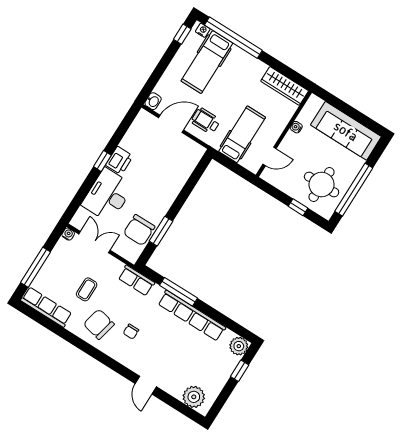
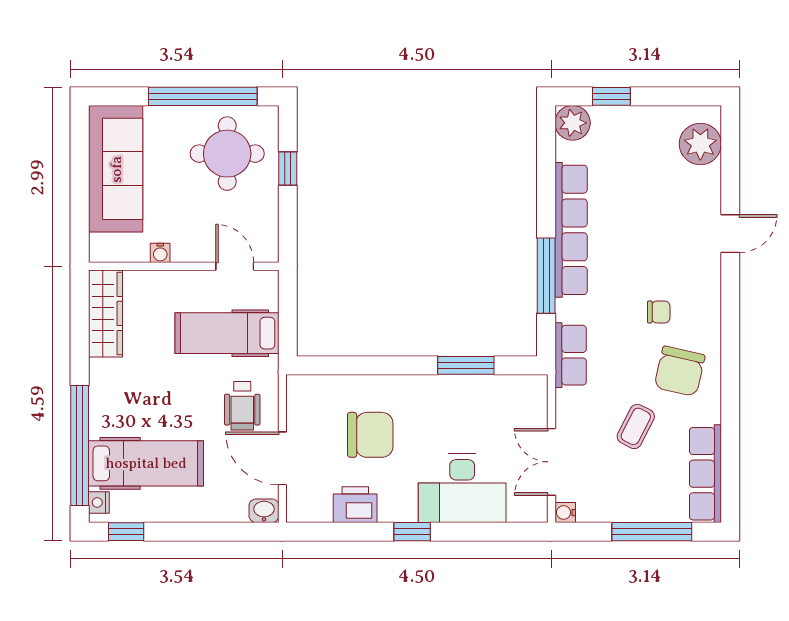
printer: (119, 161) -> (355, 505), moved
chair: (139, 230) -> (370, 435), moved
coffee table: (87, 289) -> (636, 426), turned -63

